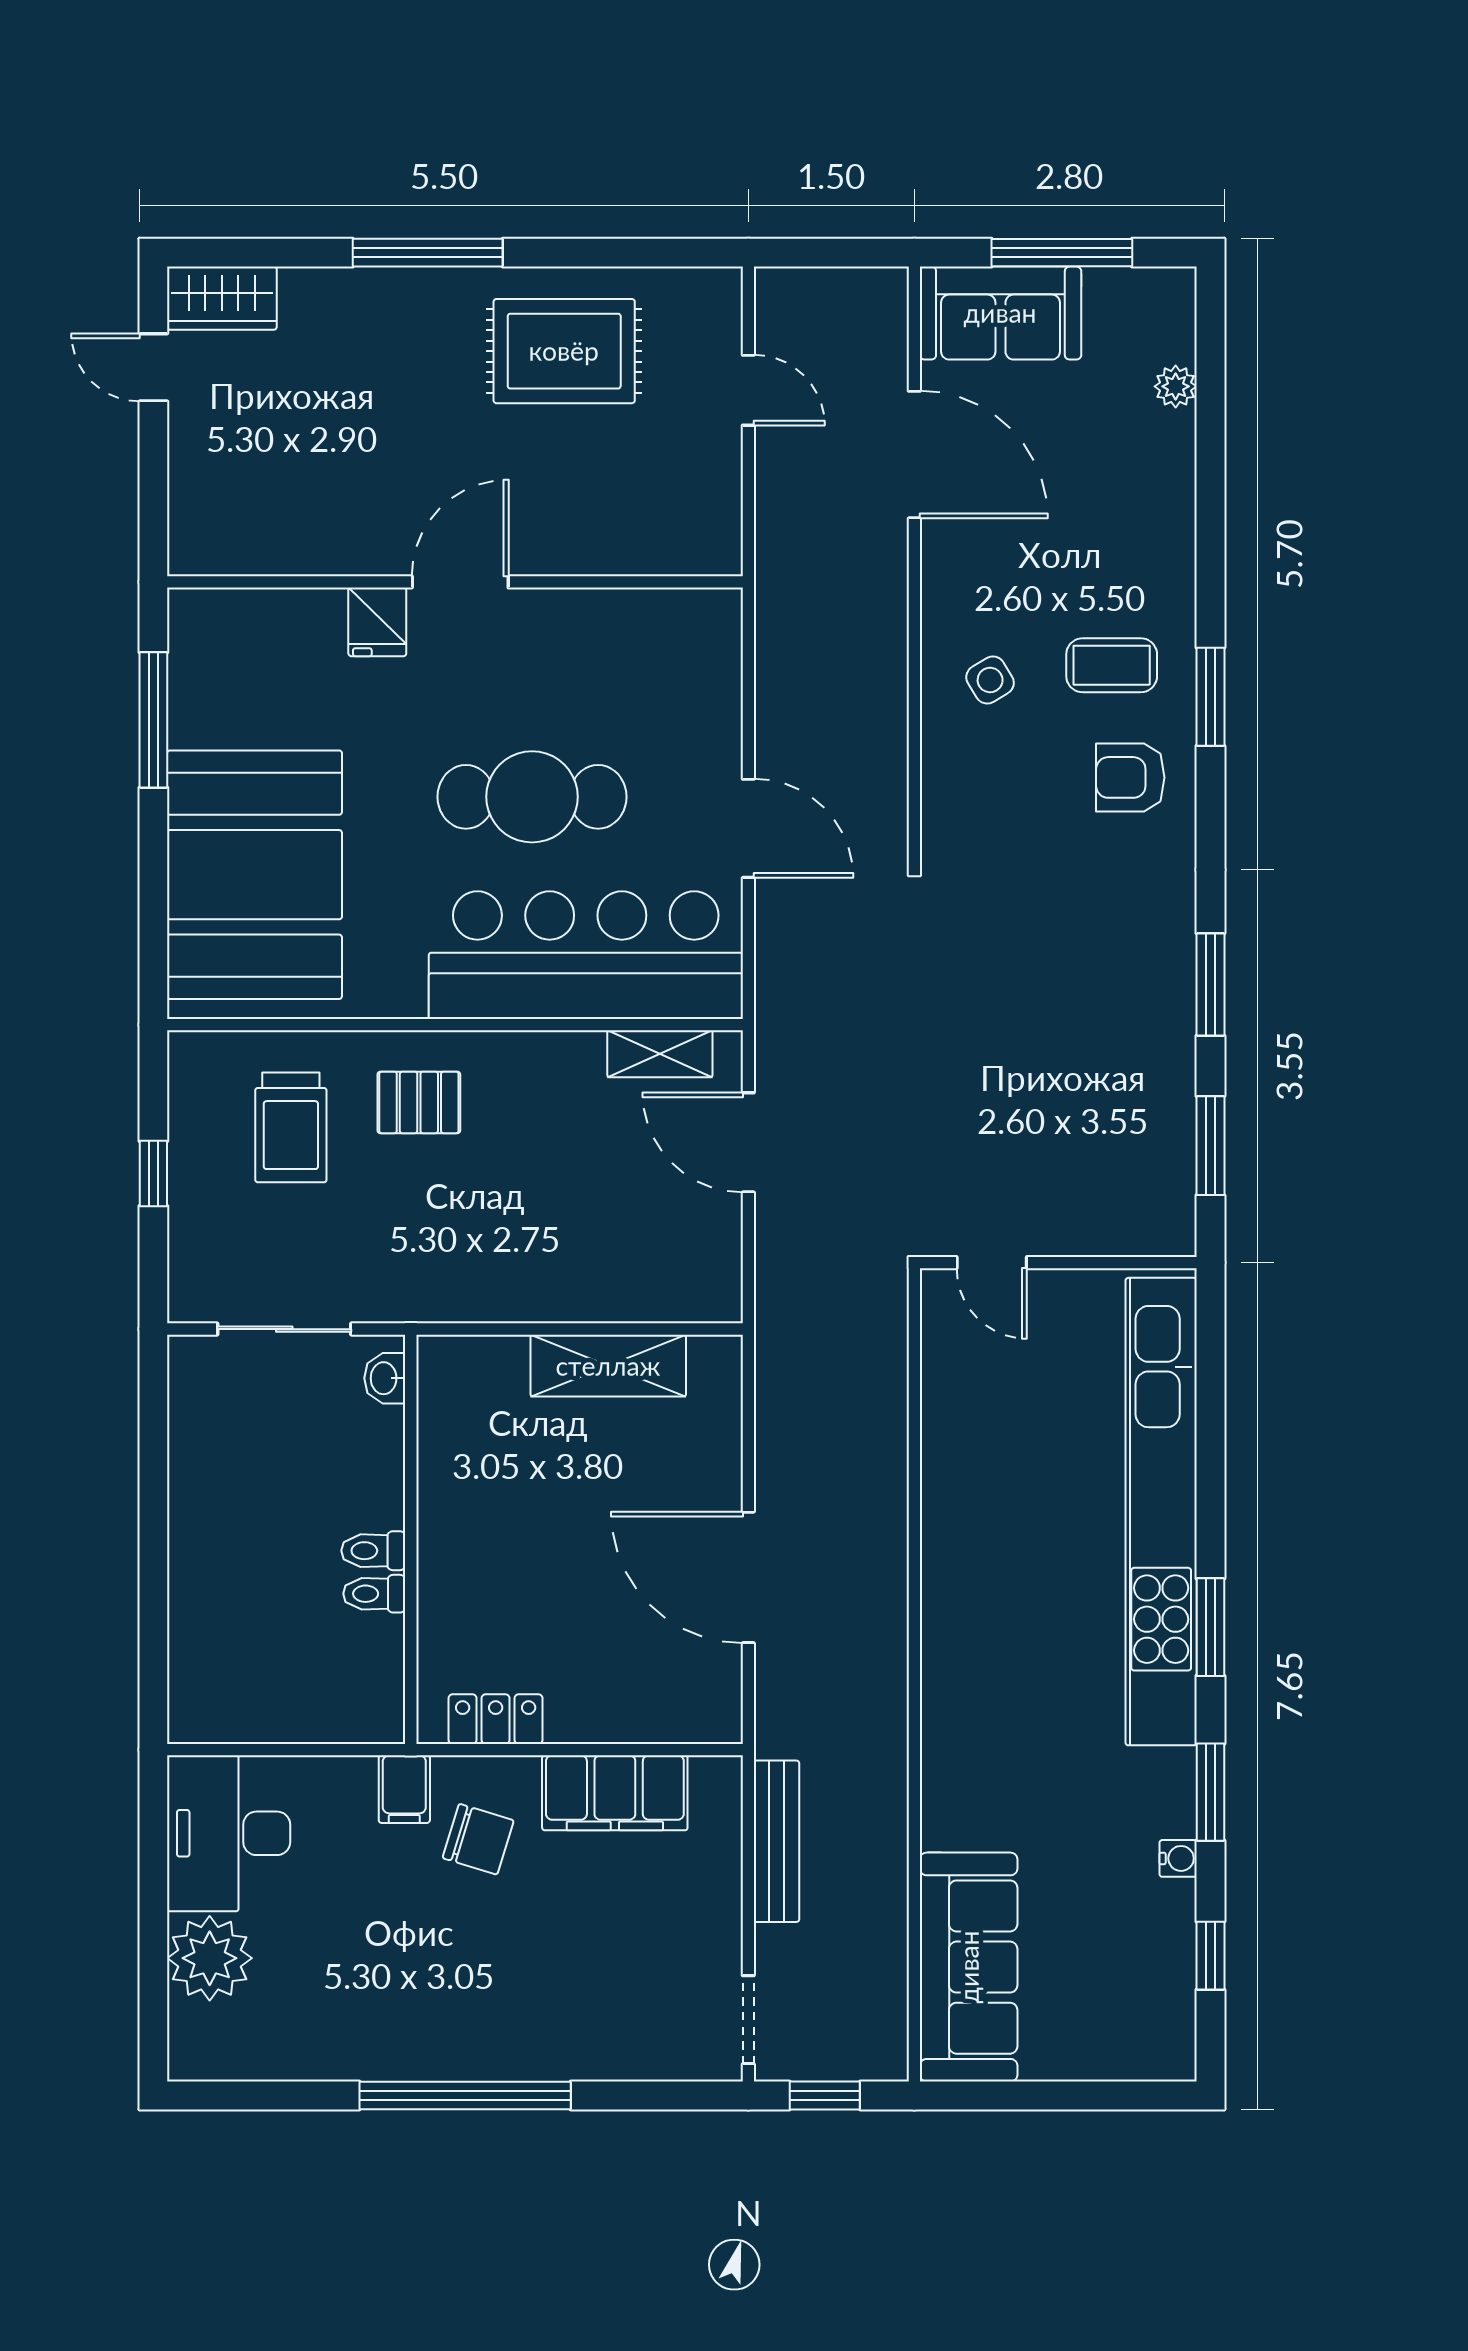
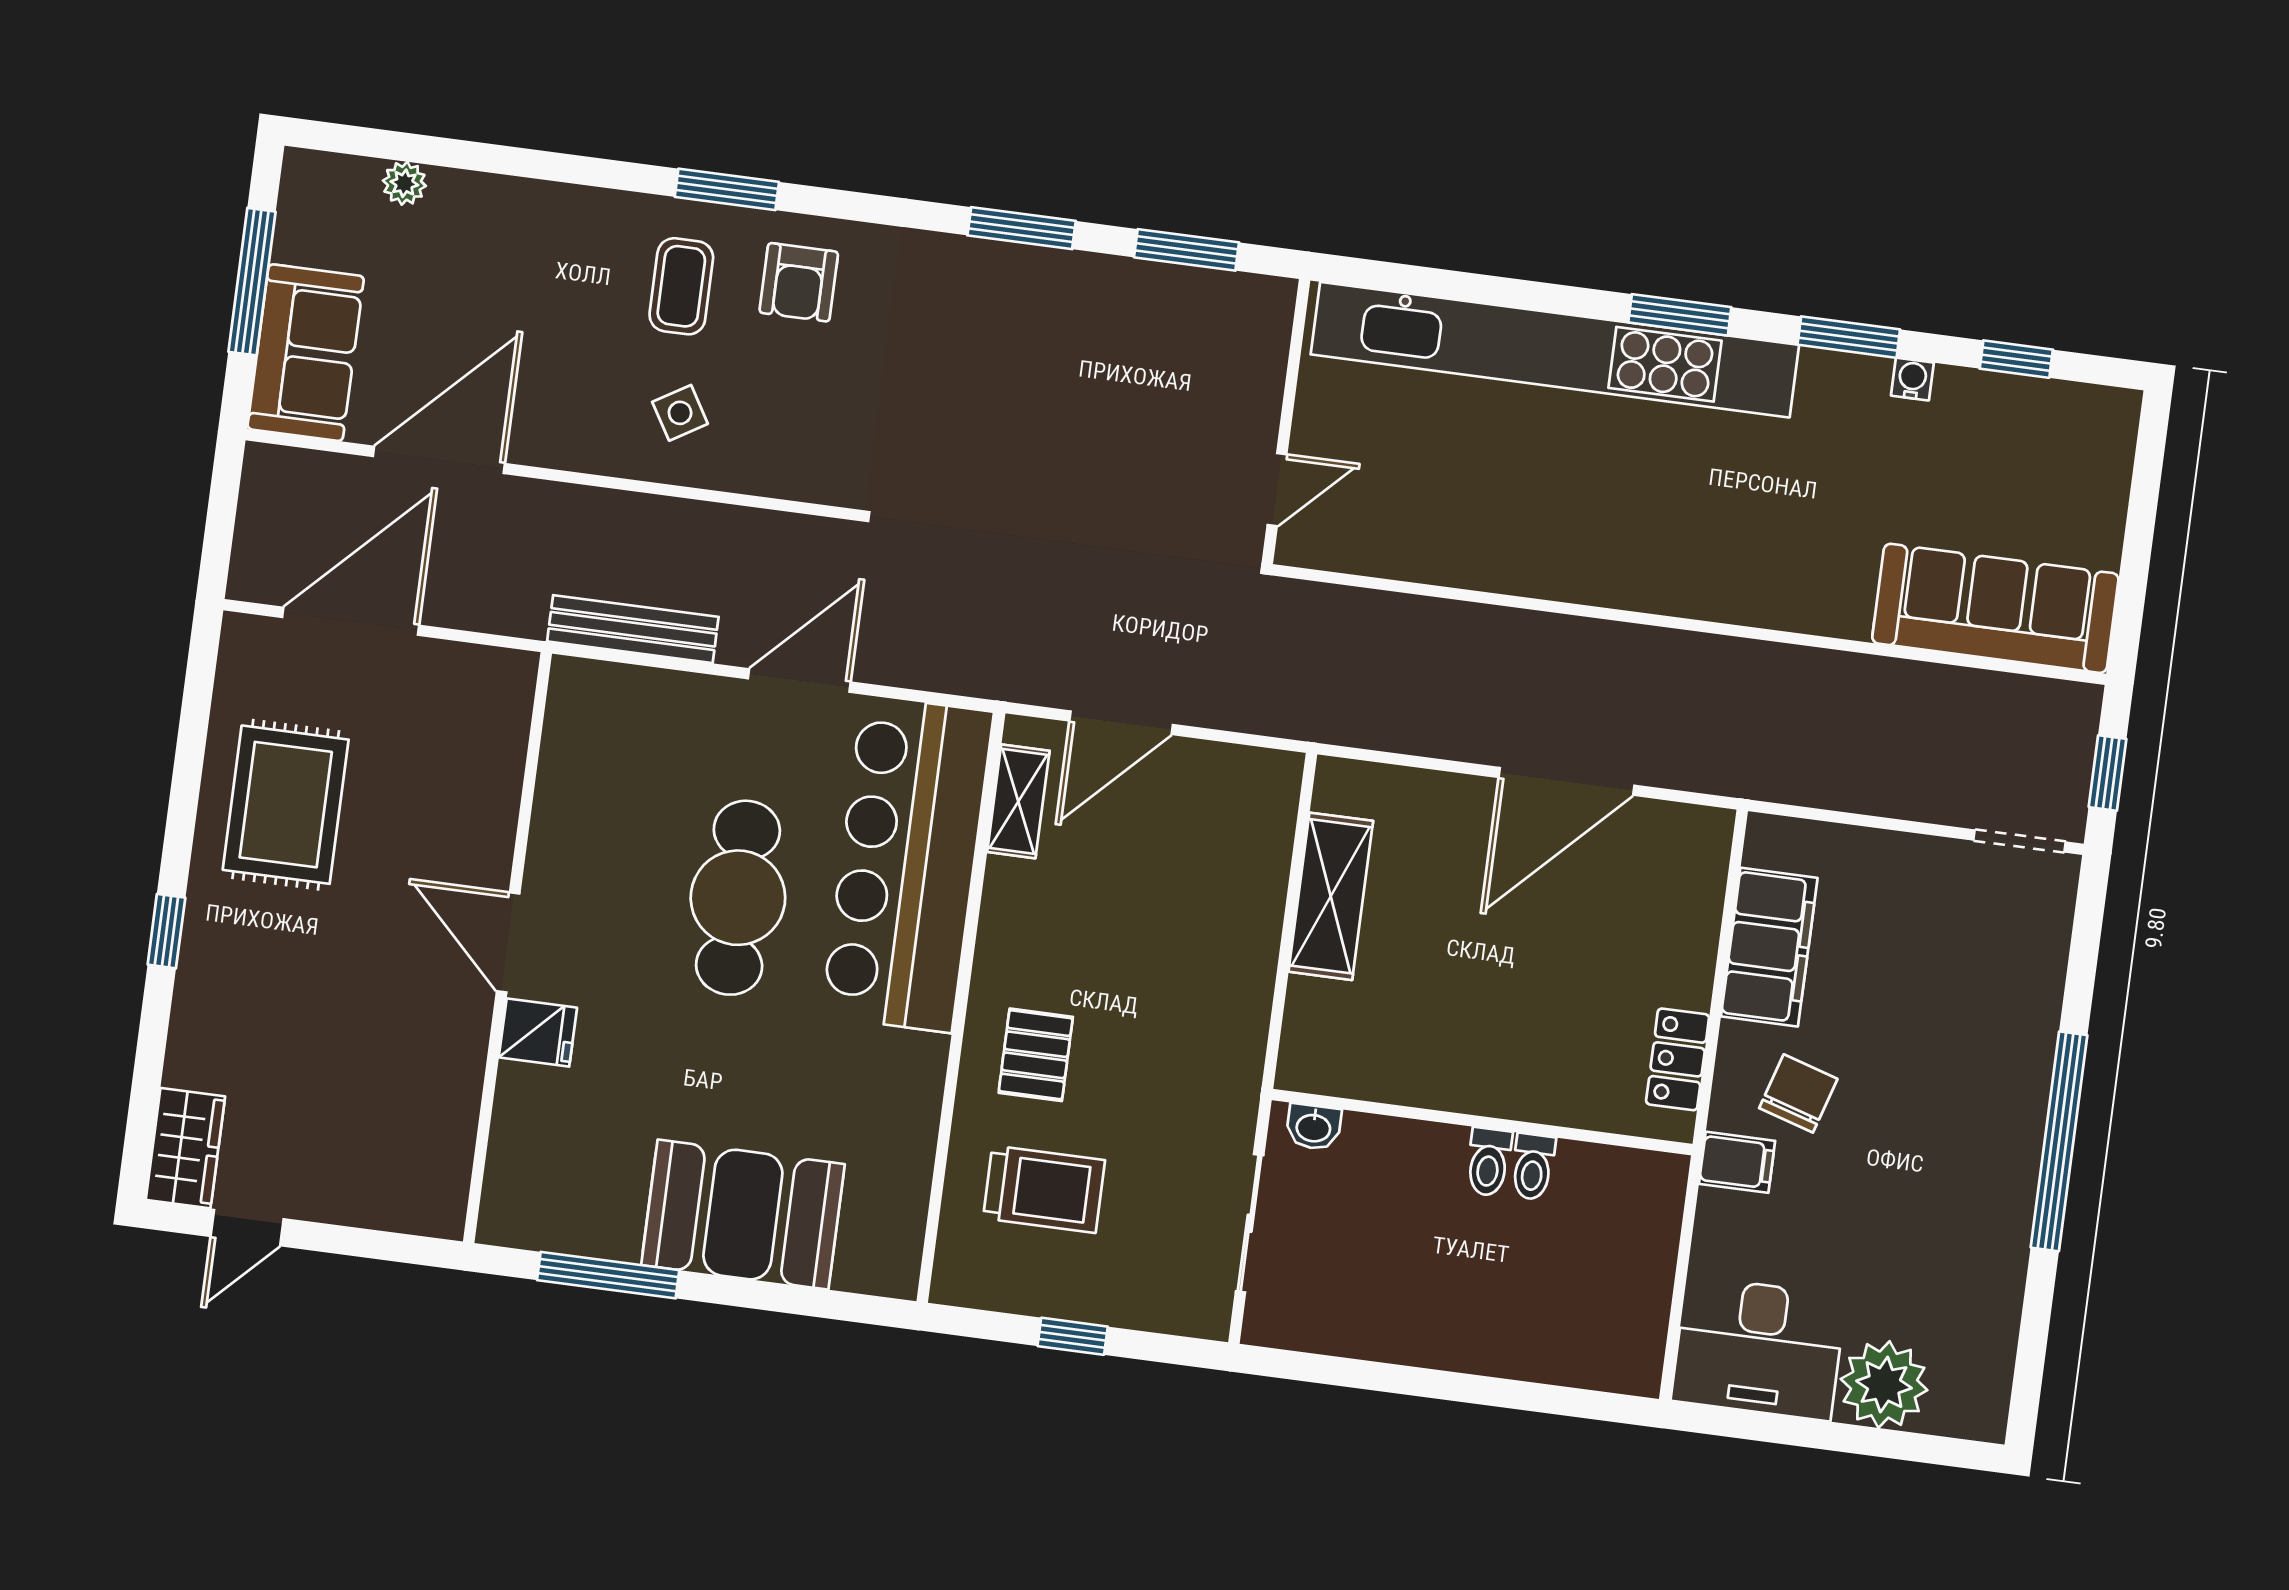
window: (428, 253) -> (166, 931), width x0.46
door: (748, 390) -> (351, 621), width x1.88
booth: (255, 875) -> (743, 1215), width x0.73, depth x0.70
bench: (776, 1841) -> (633, 629), moved

